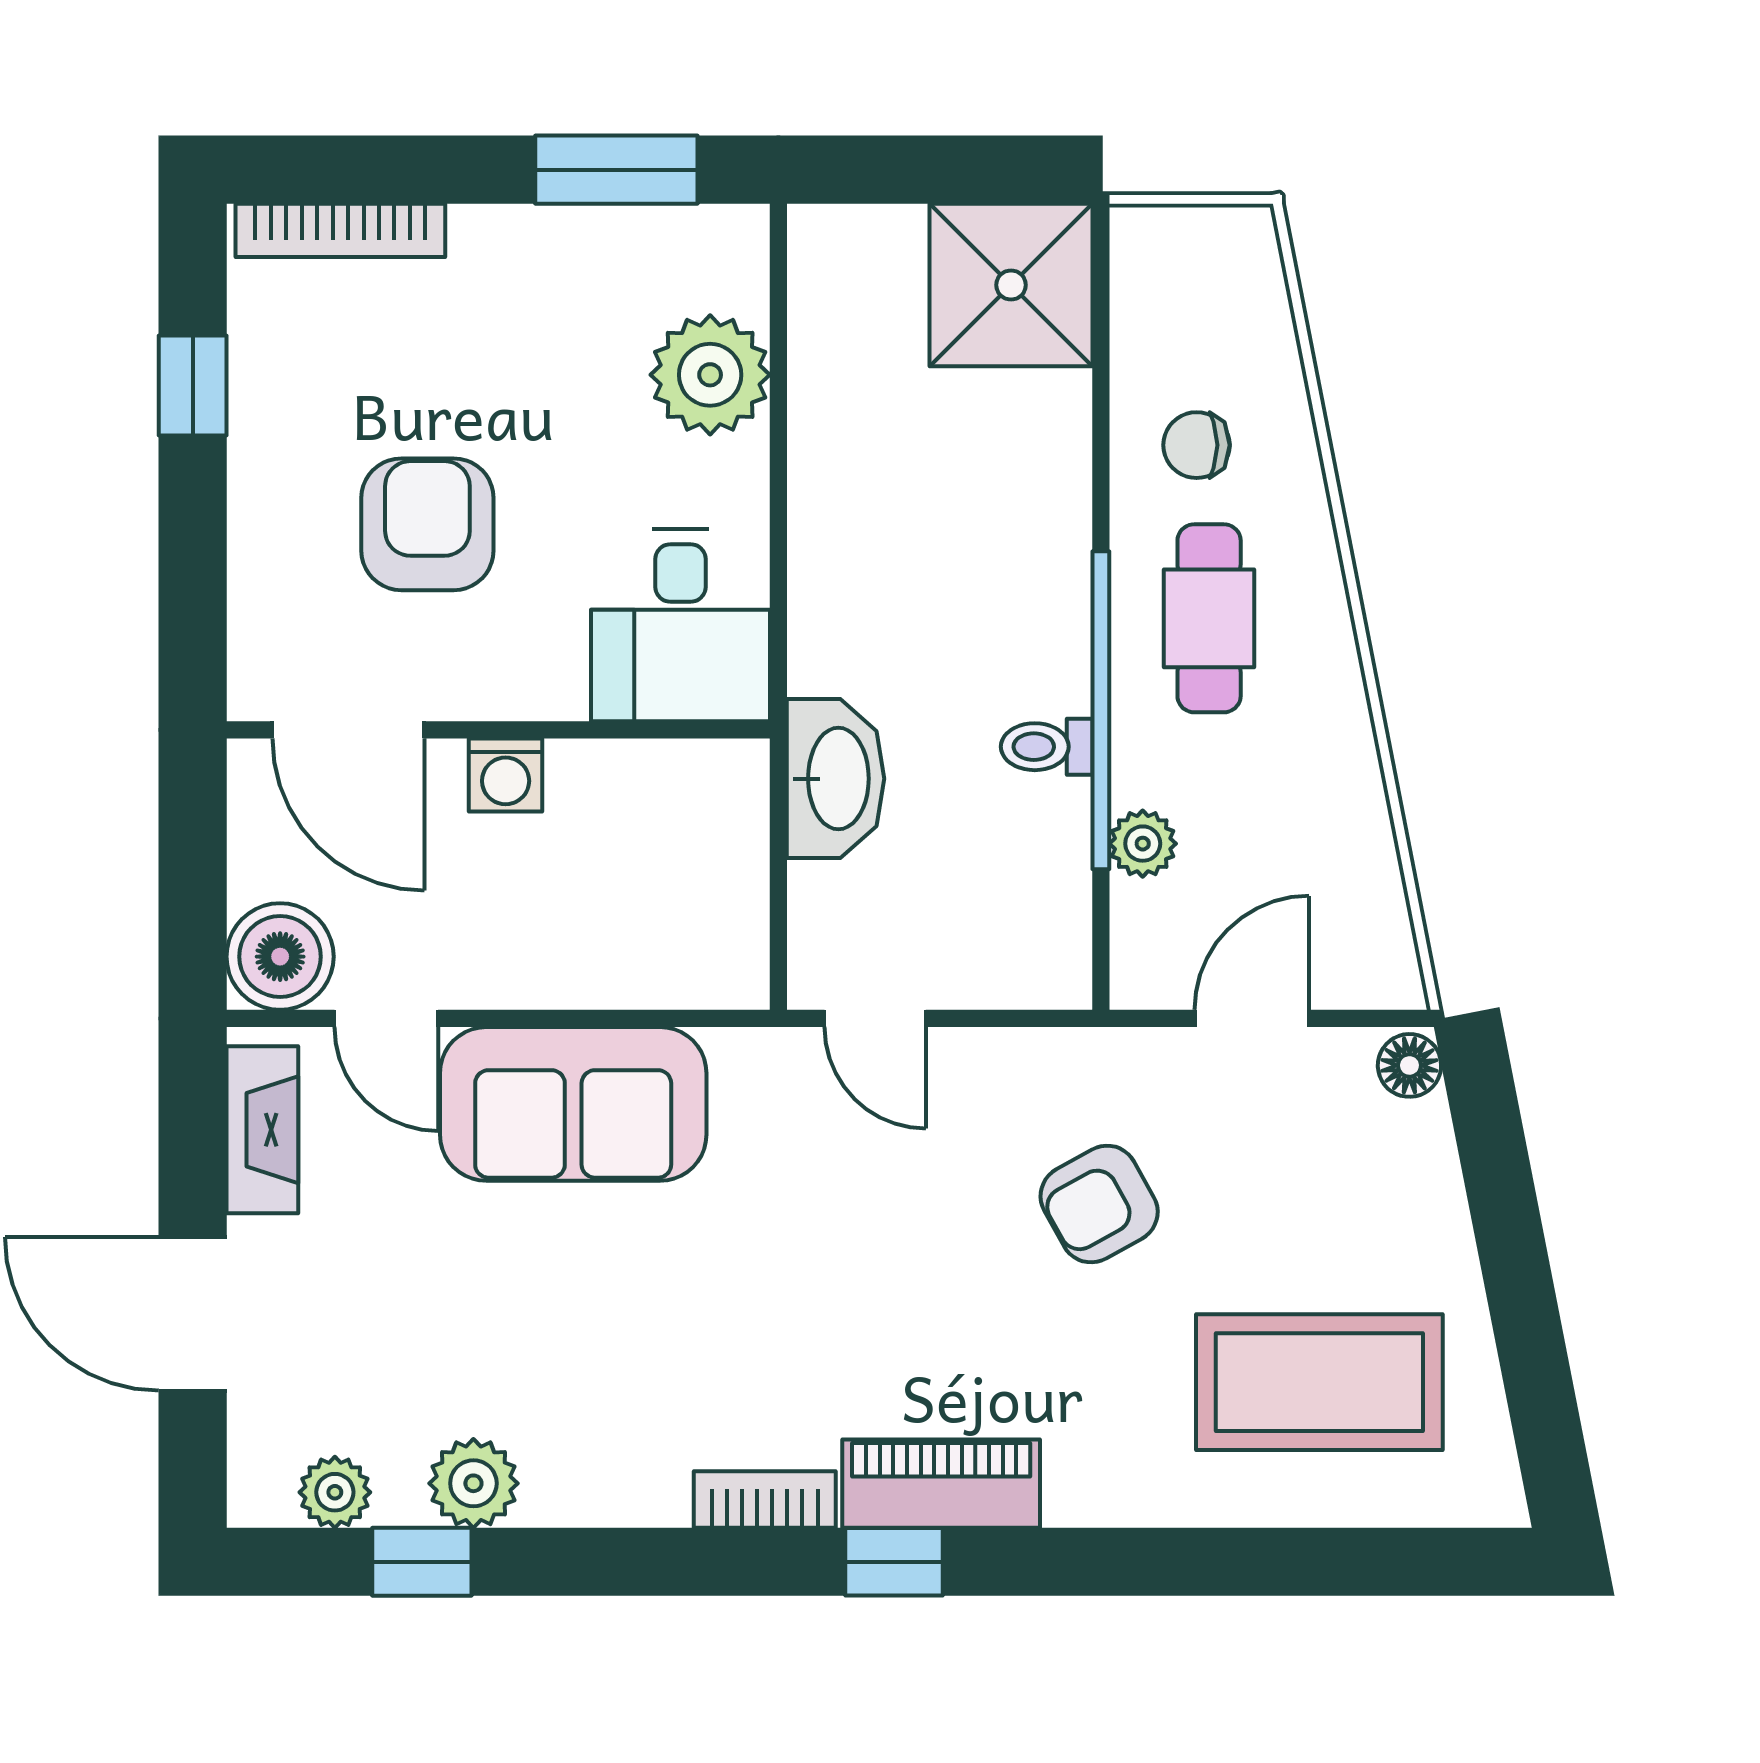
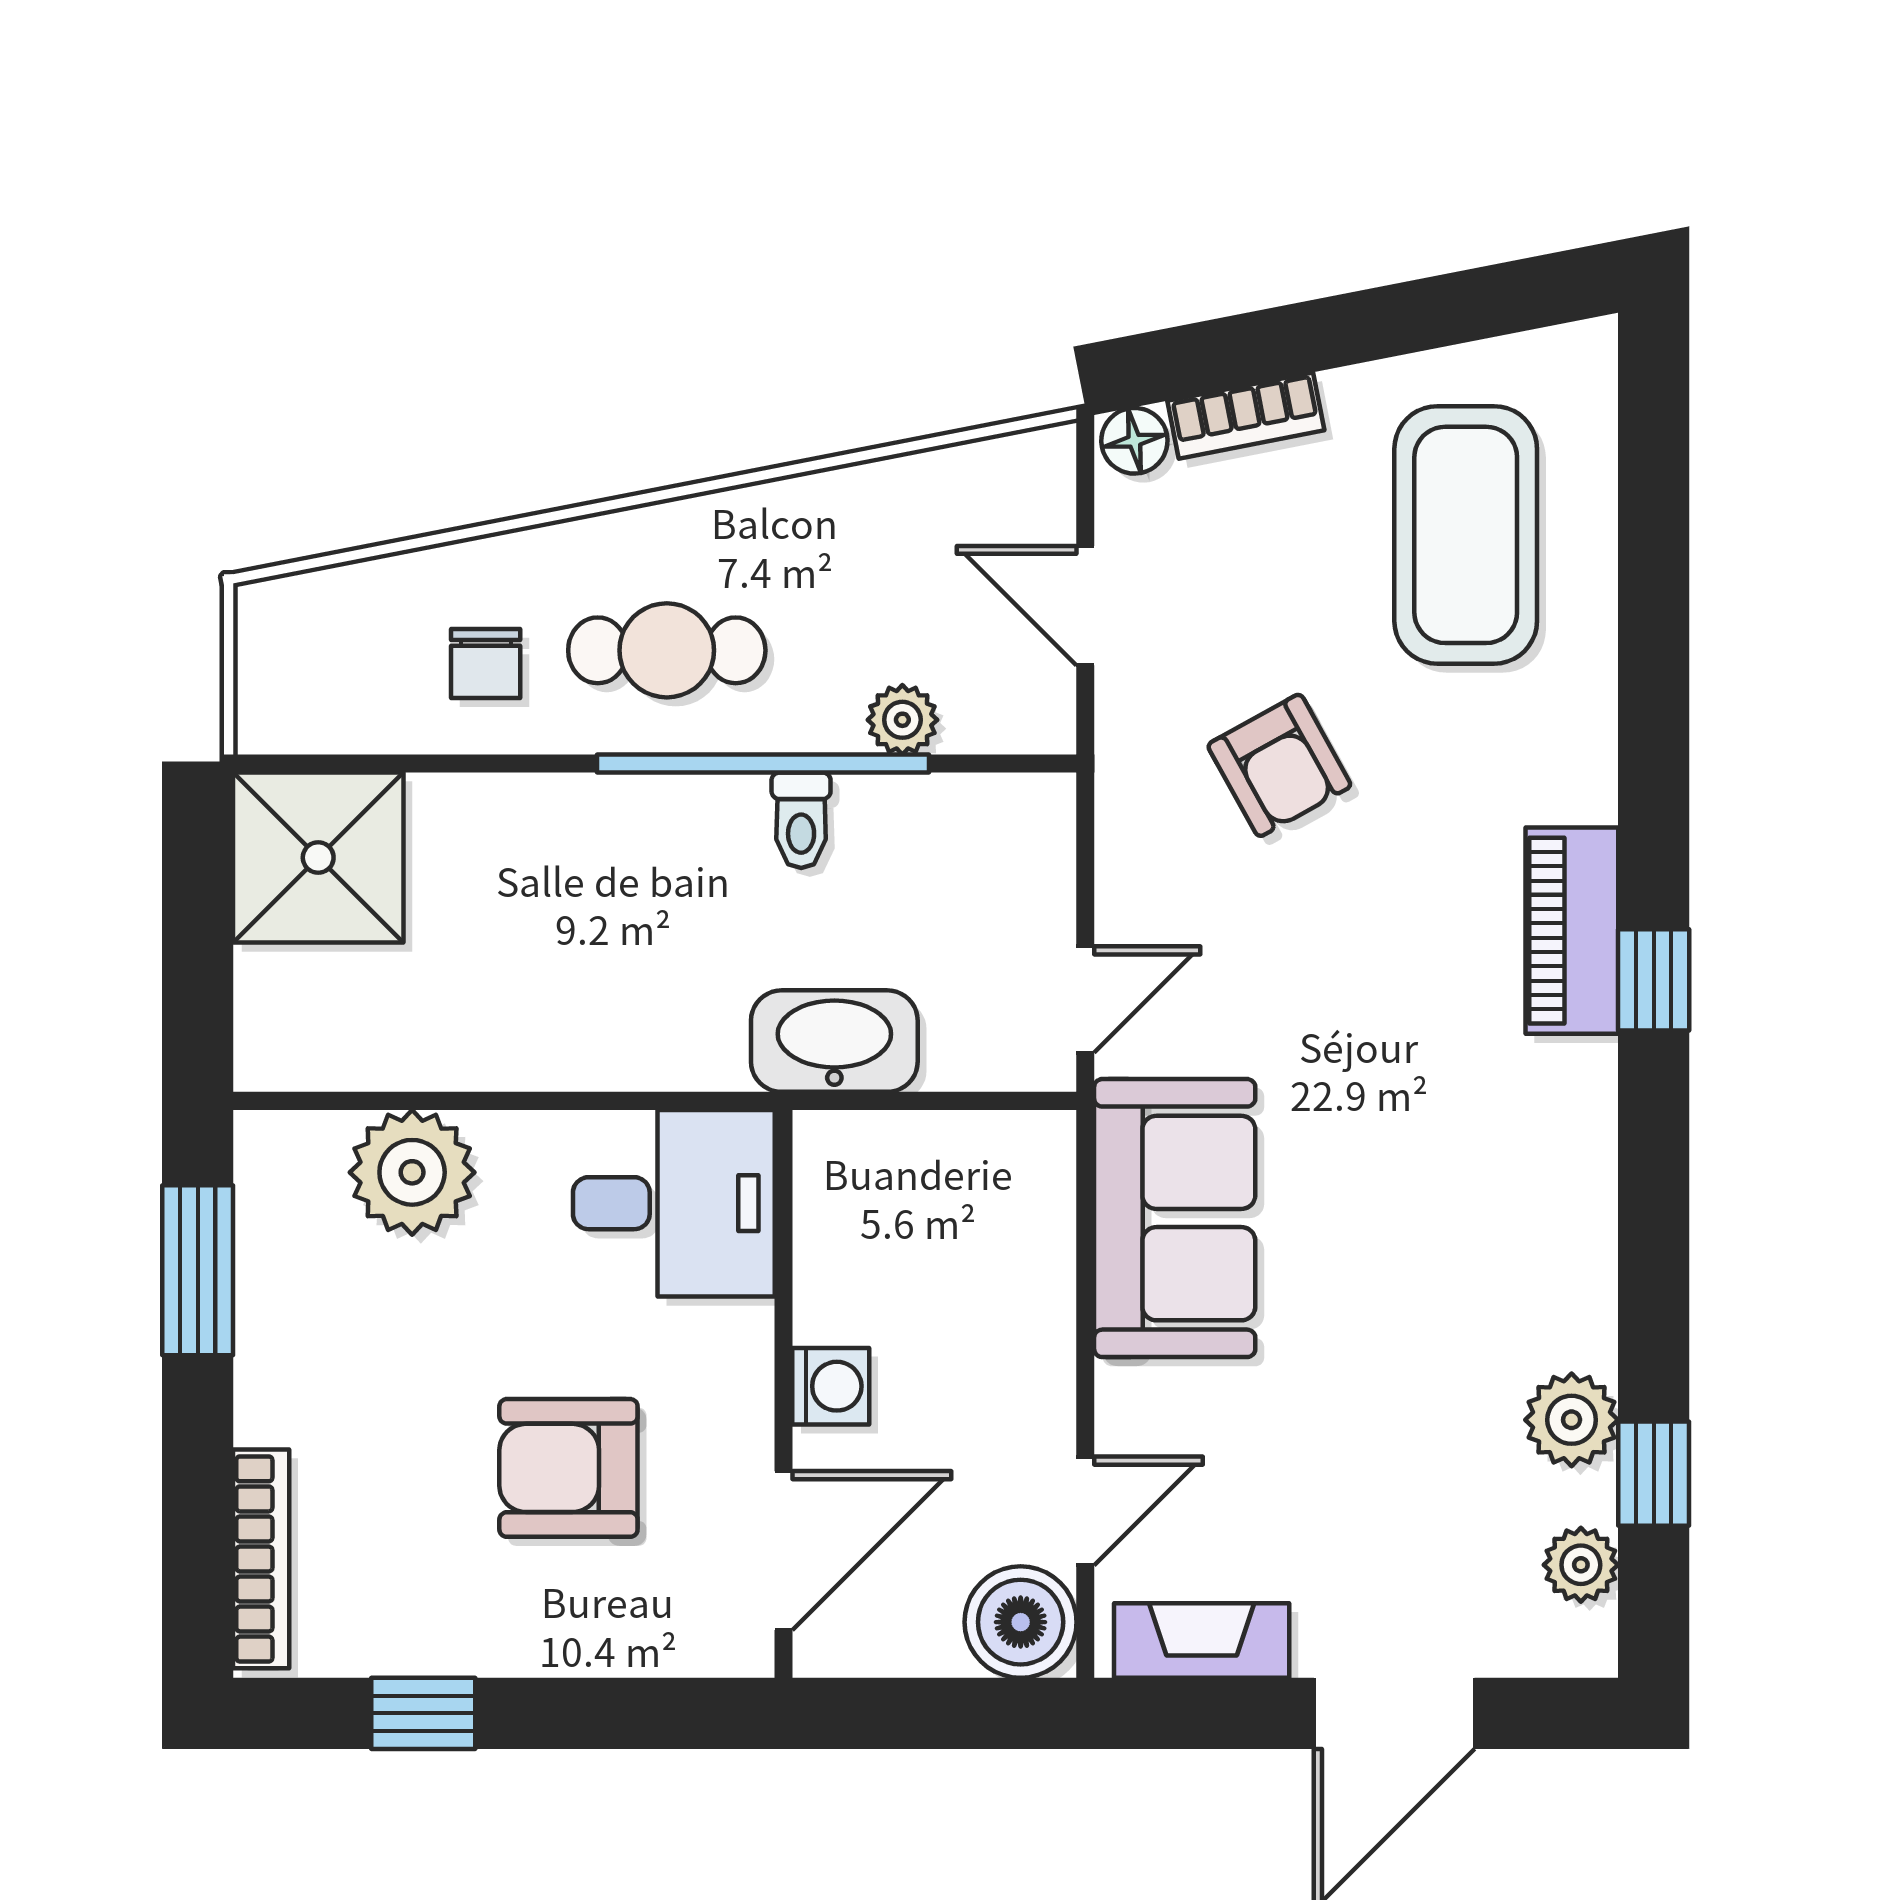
sofa: (573, 1104) -> (1175, 1218), moved
bookcase: (765, 1499) -> (1246, 416), moved, turned -101

